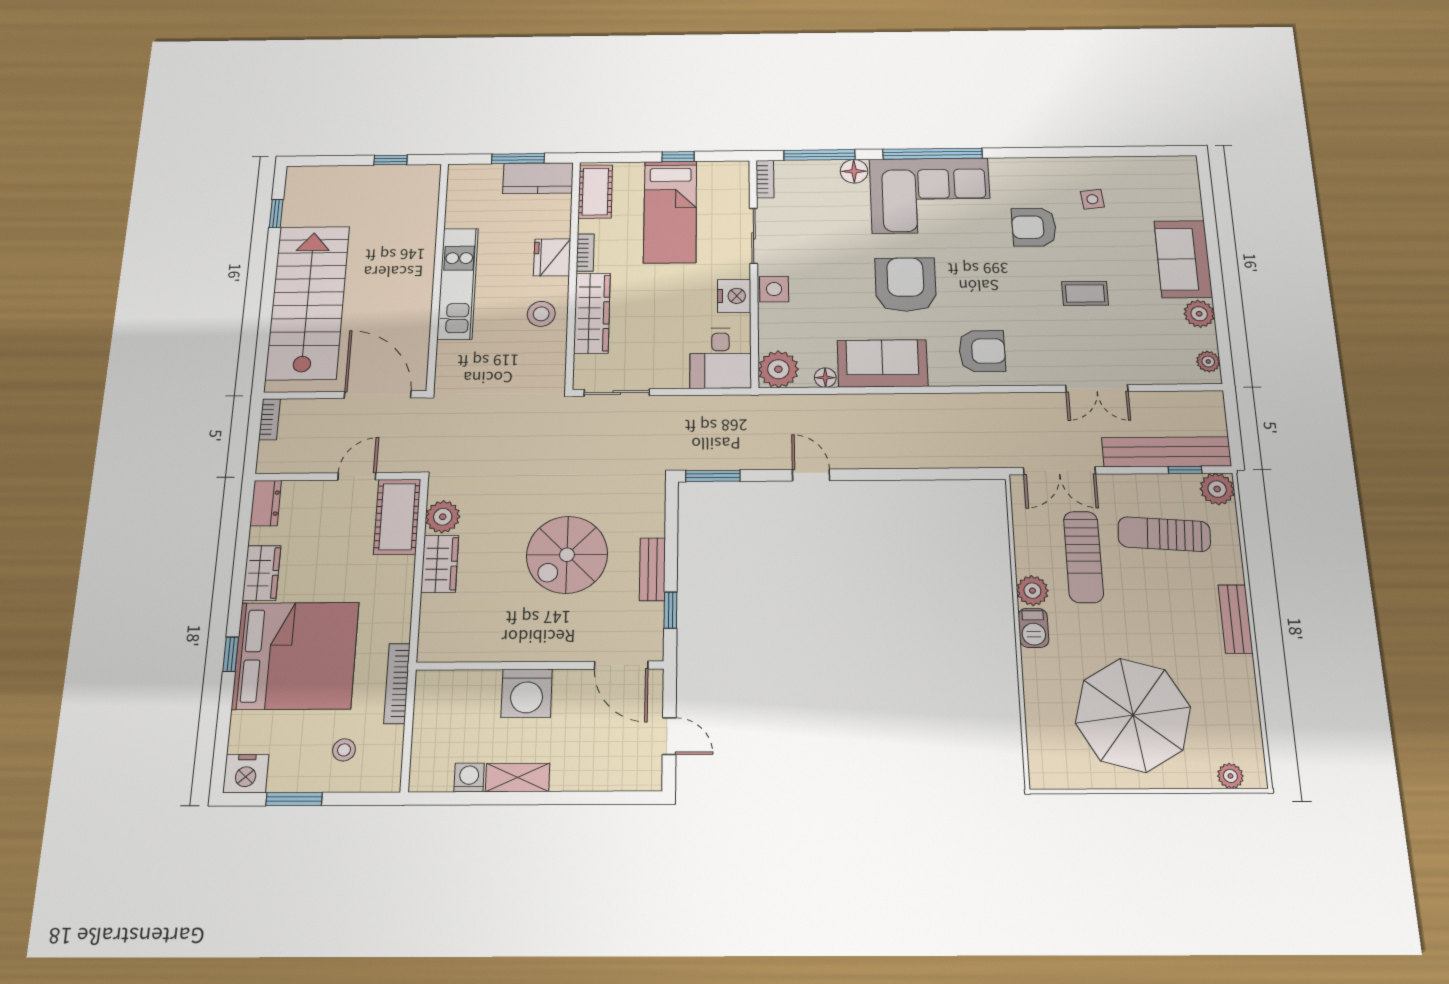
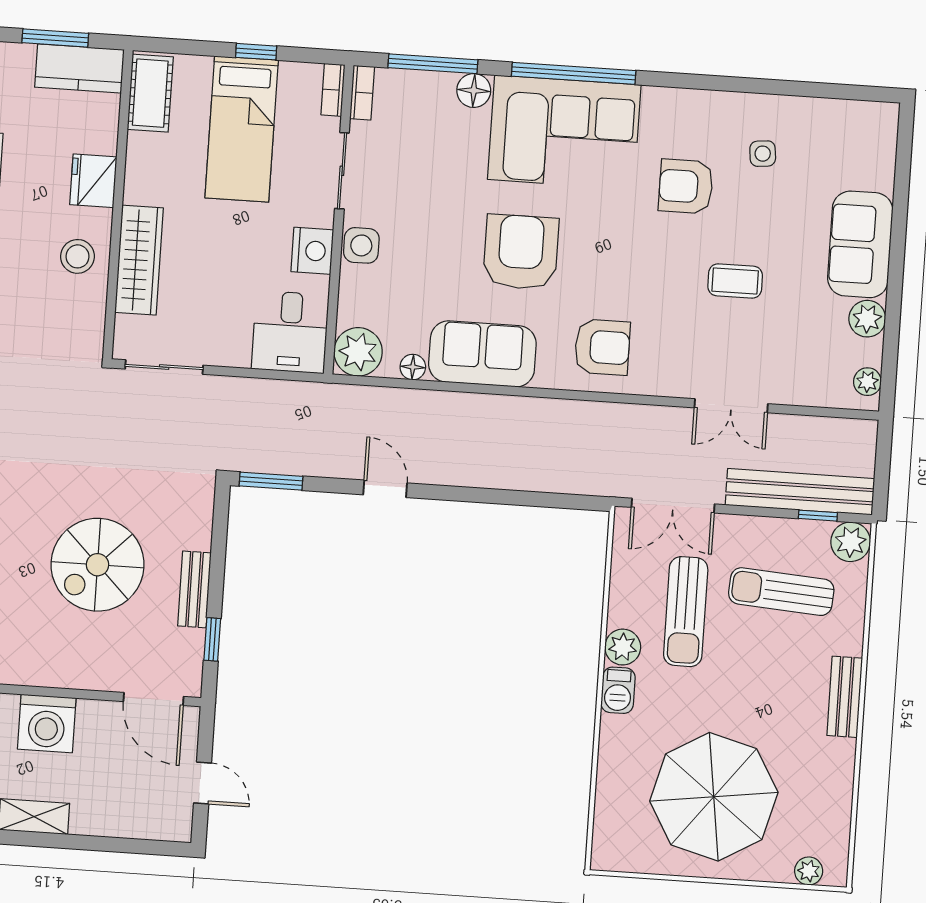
bookcase: (585, 253) -> (333, 90), moved, turned 180

